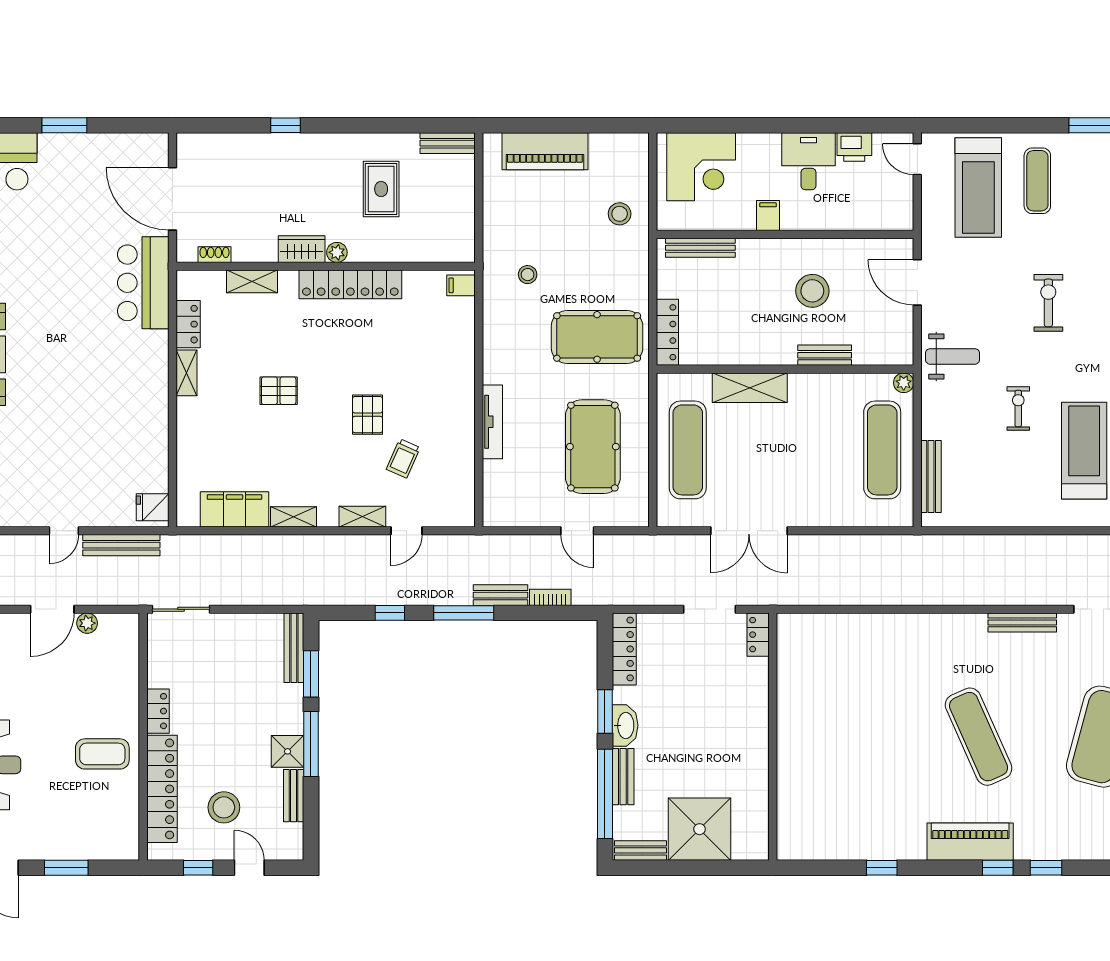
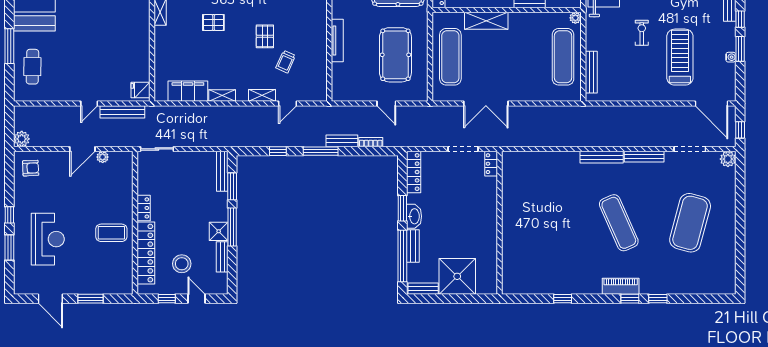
bench: (949, 623) -> (602, 157), added
piano: (970, 842) -> (621, 286), width x0.73, depth x0.75

